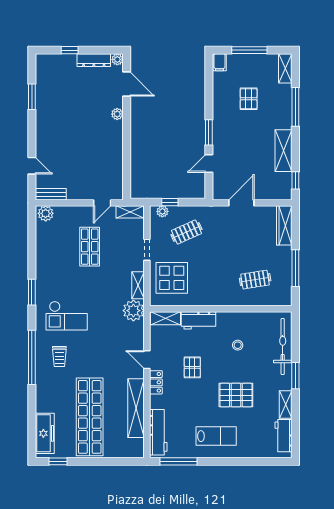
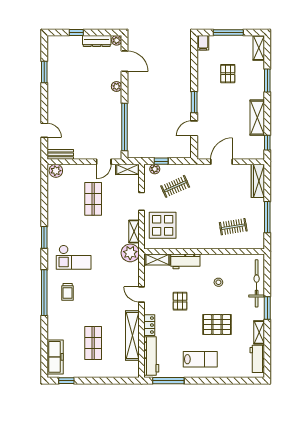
window: (295, 107) -> (267, 81), width x0.69
window: (127, 162) -> (124, 127), added
locker: (156, 382) -> (149, 325), moved
shop shelf: (90, 417) -> (93, 343), width x0.50, depth x0.74

